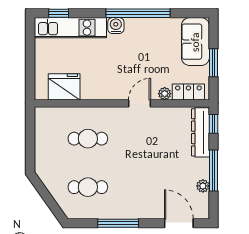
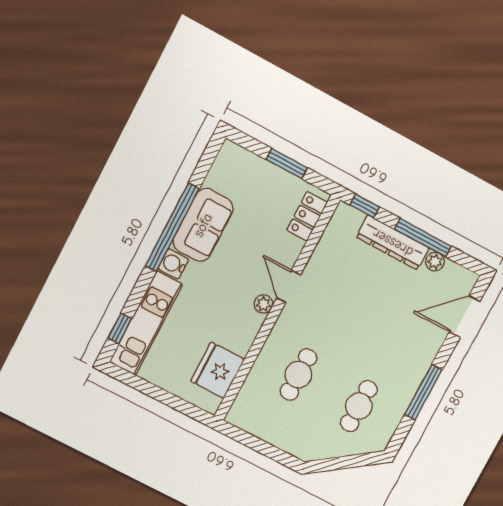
sofa: (195, 42) -> (203, 225), moved, turned -90
plant: (165, 94) -> (263, 304), moved
dresser: (201, 132) -> (393, 243), moved

